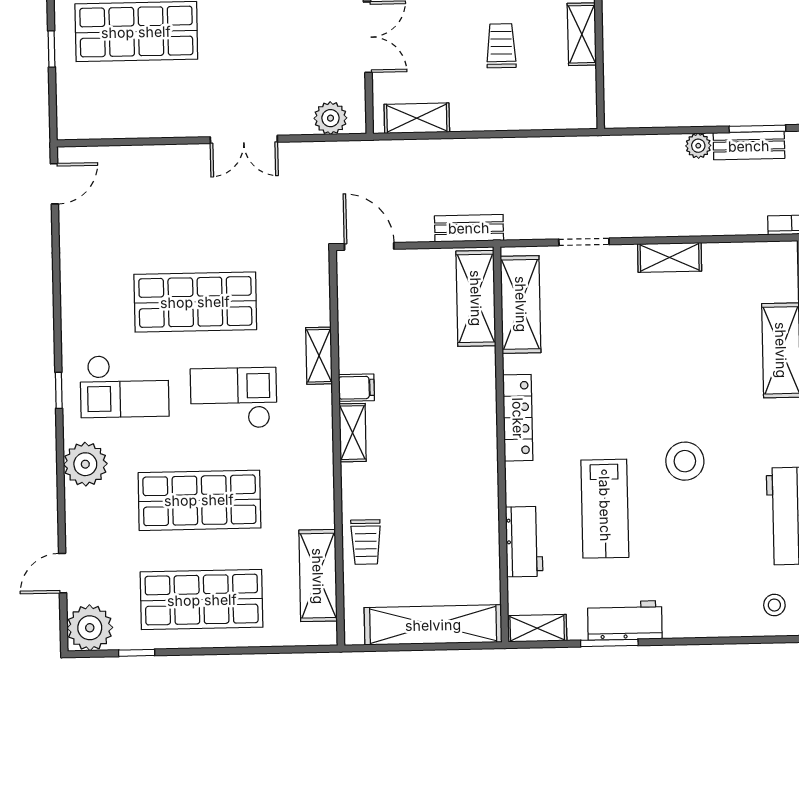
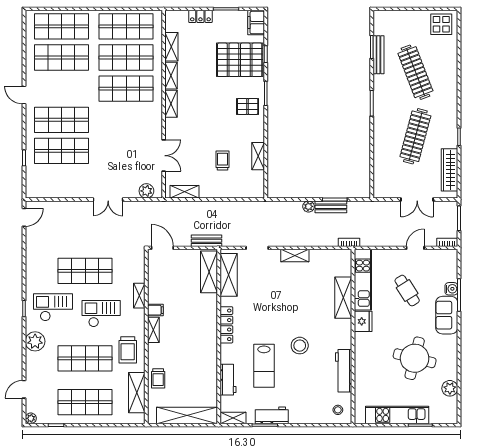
checkout: (124, 386) -> (53, 307), turned 180
trolley: (296, 479) -> (128, 350), added
plant: (90, 628) -> (31, 418), width x0.53, depth x0.53

